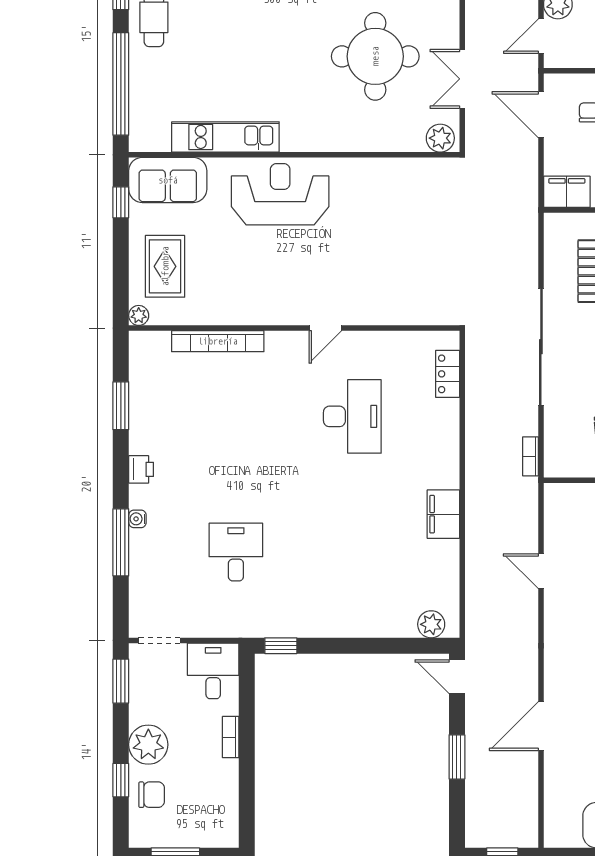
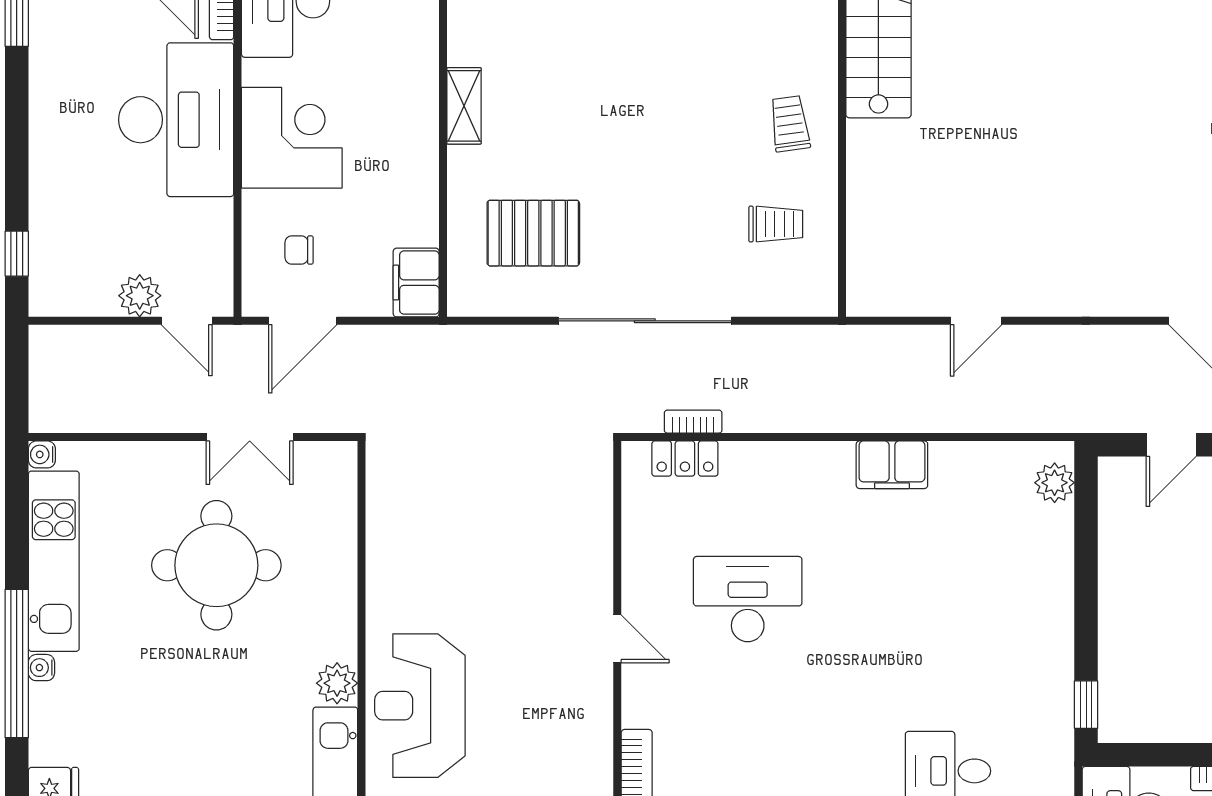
plant: (440, 138) -> (337, 683), moved
bookcase: (530, 456) -> (693, 422), moved, turned 180
door: (457, 677) -> (1171, 445), moved

